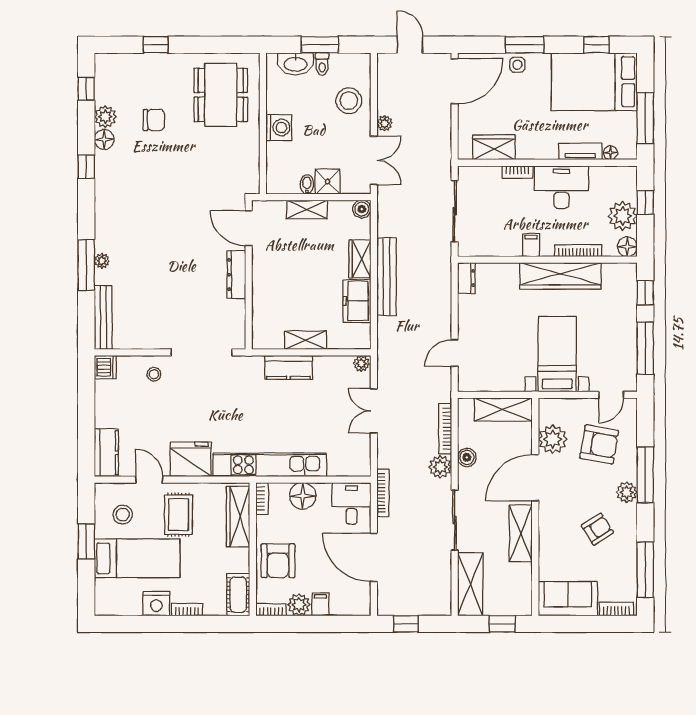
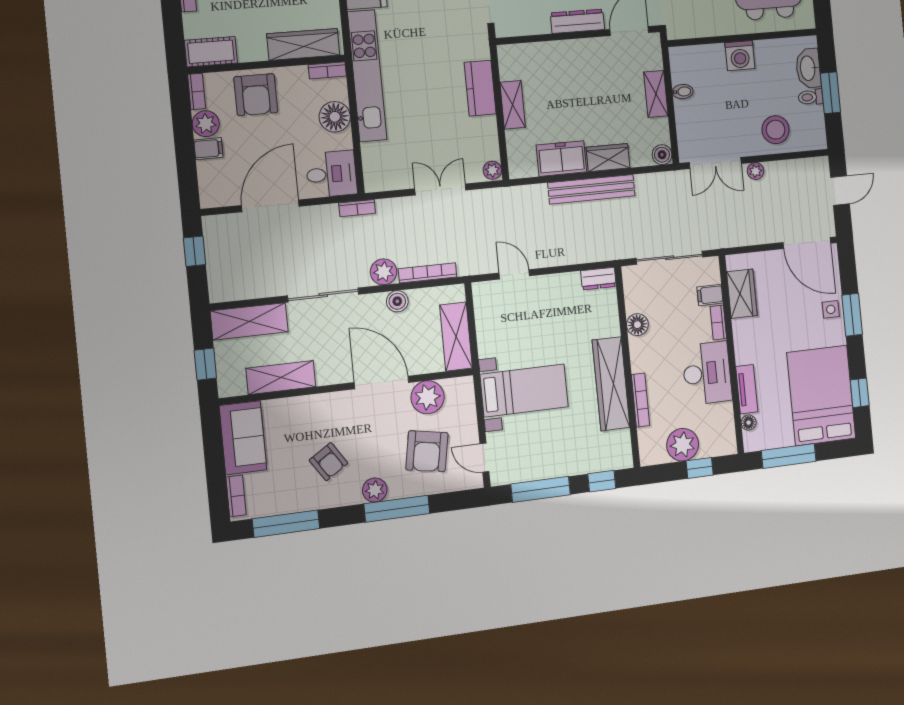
shower: (328, 182) -> (688, 114), removed
filing cabinet: (531, 245) -> (710, 295), moved, turned 180
floor lamp: (627, 247) -> (637, 325), moved
bookcase: (383, 493) -> (357, 208), width x0.64
shelving: (521, 533) -> (281, 378), moved
armchair: (278, 561) -> (256, 95), turned -90

